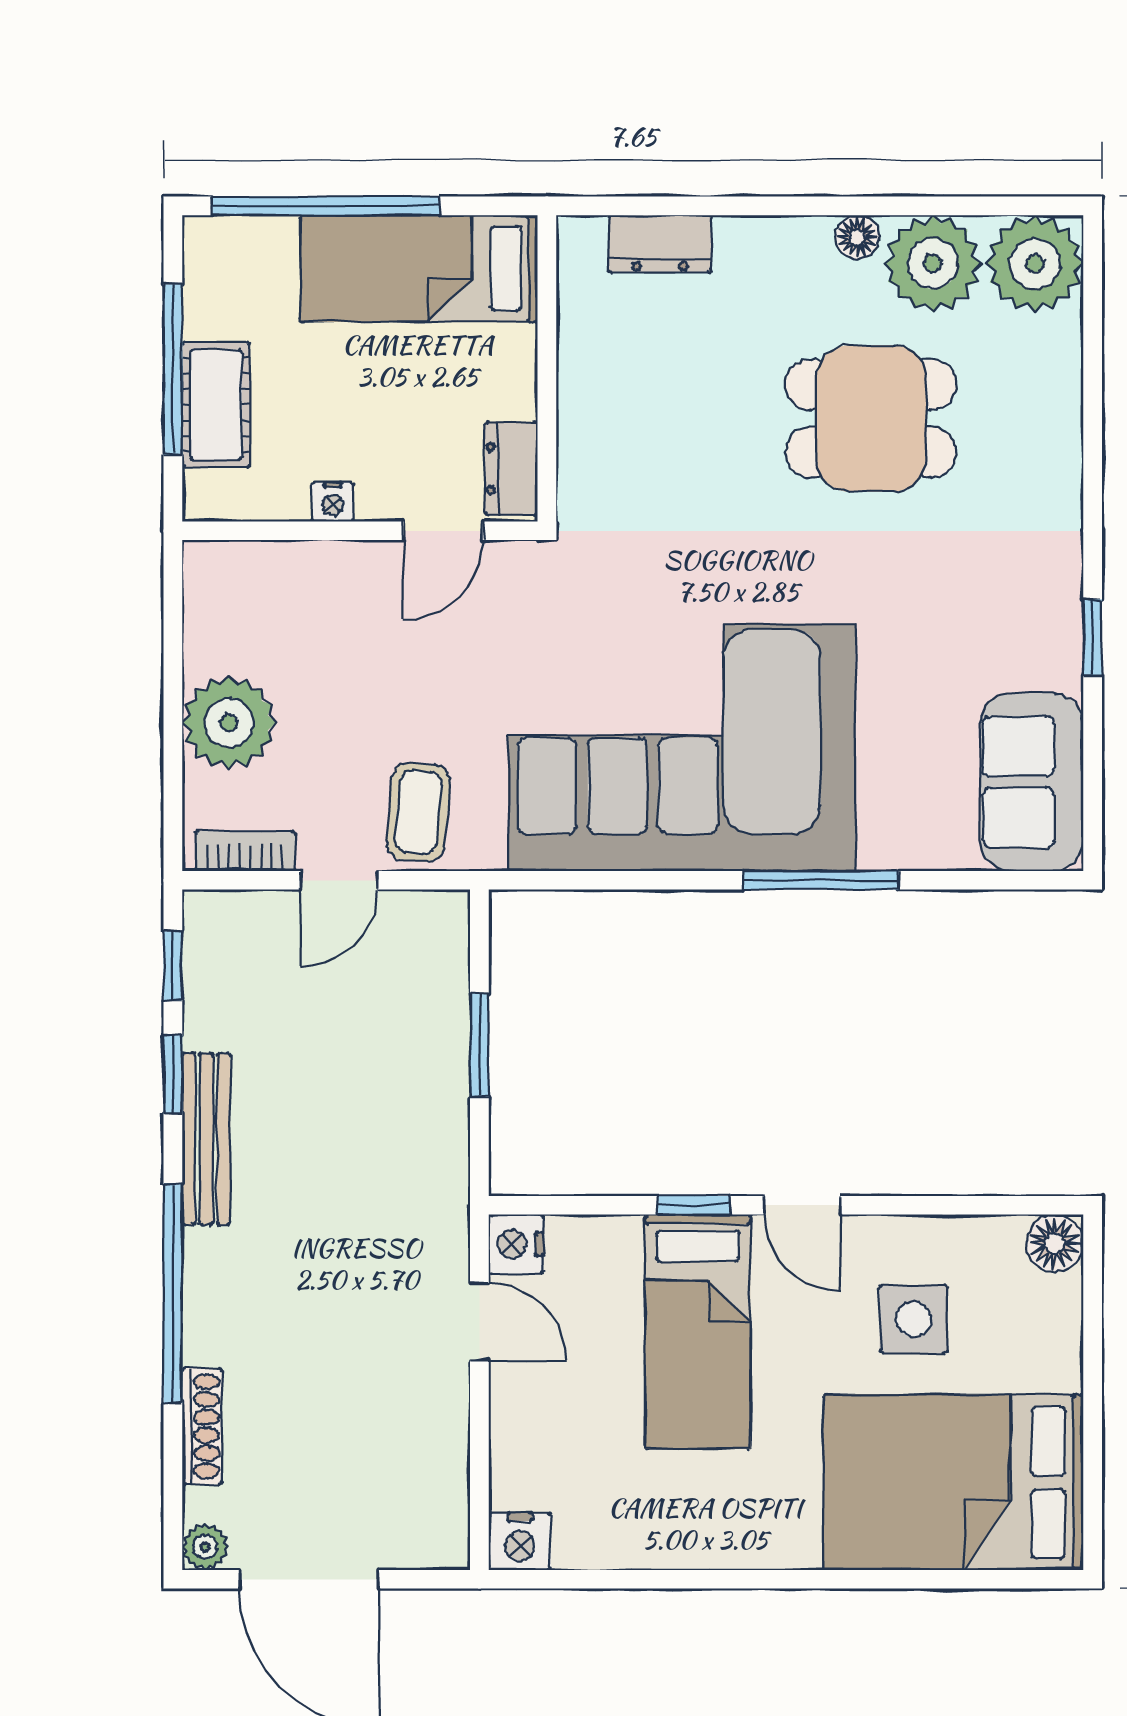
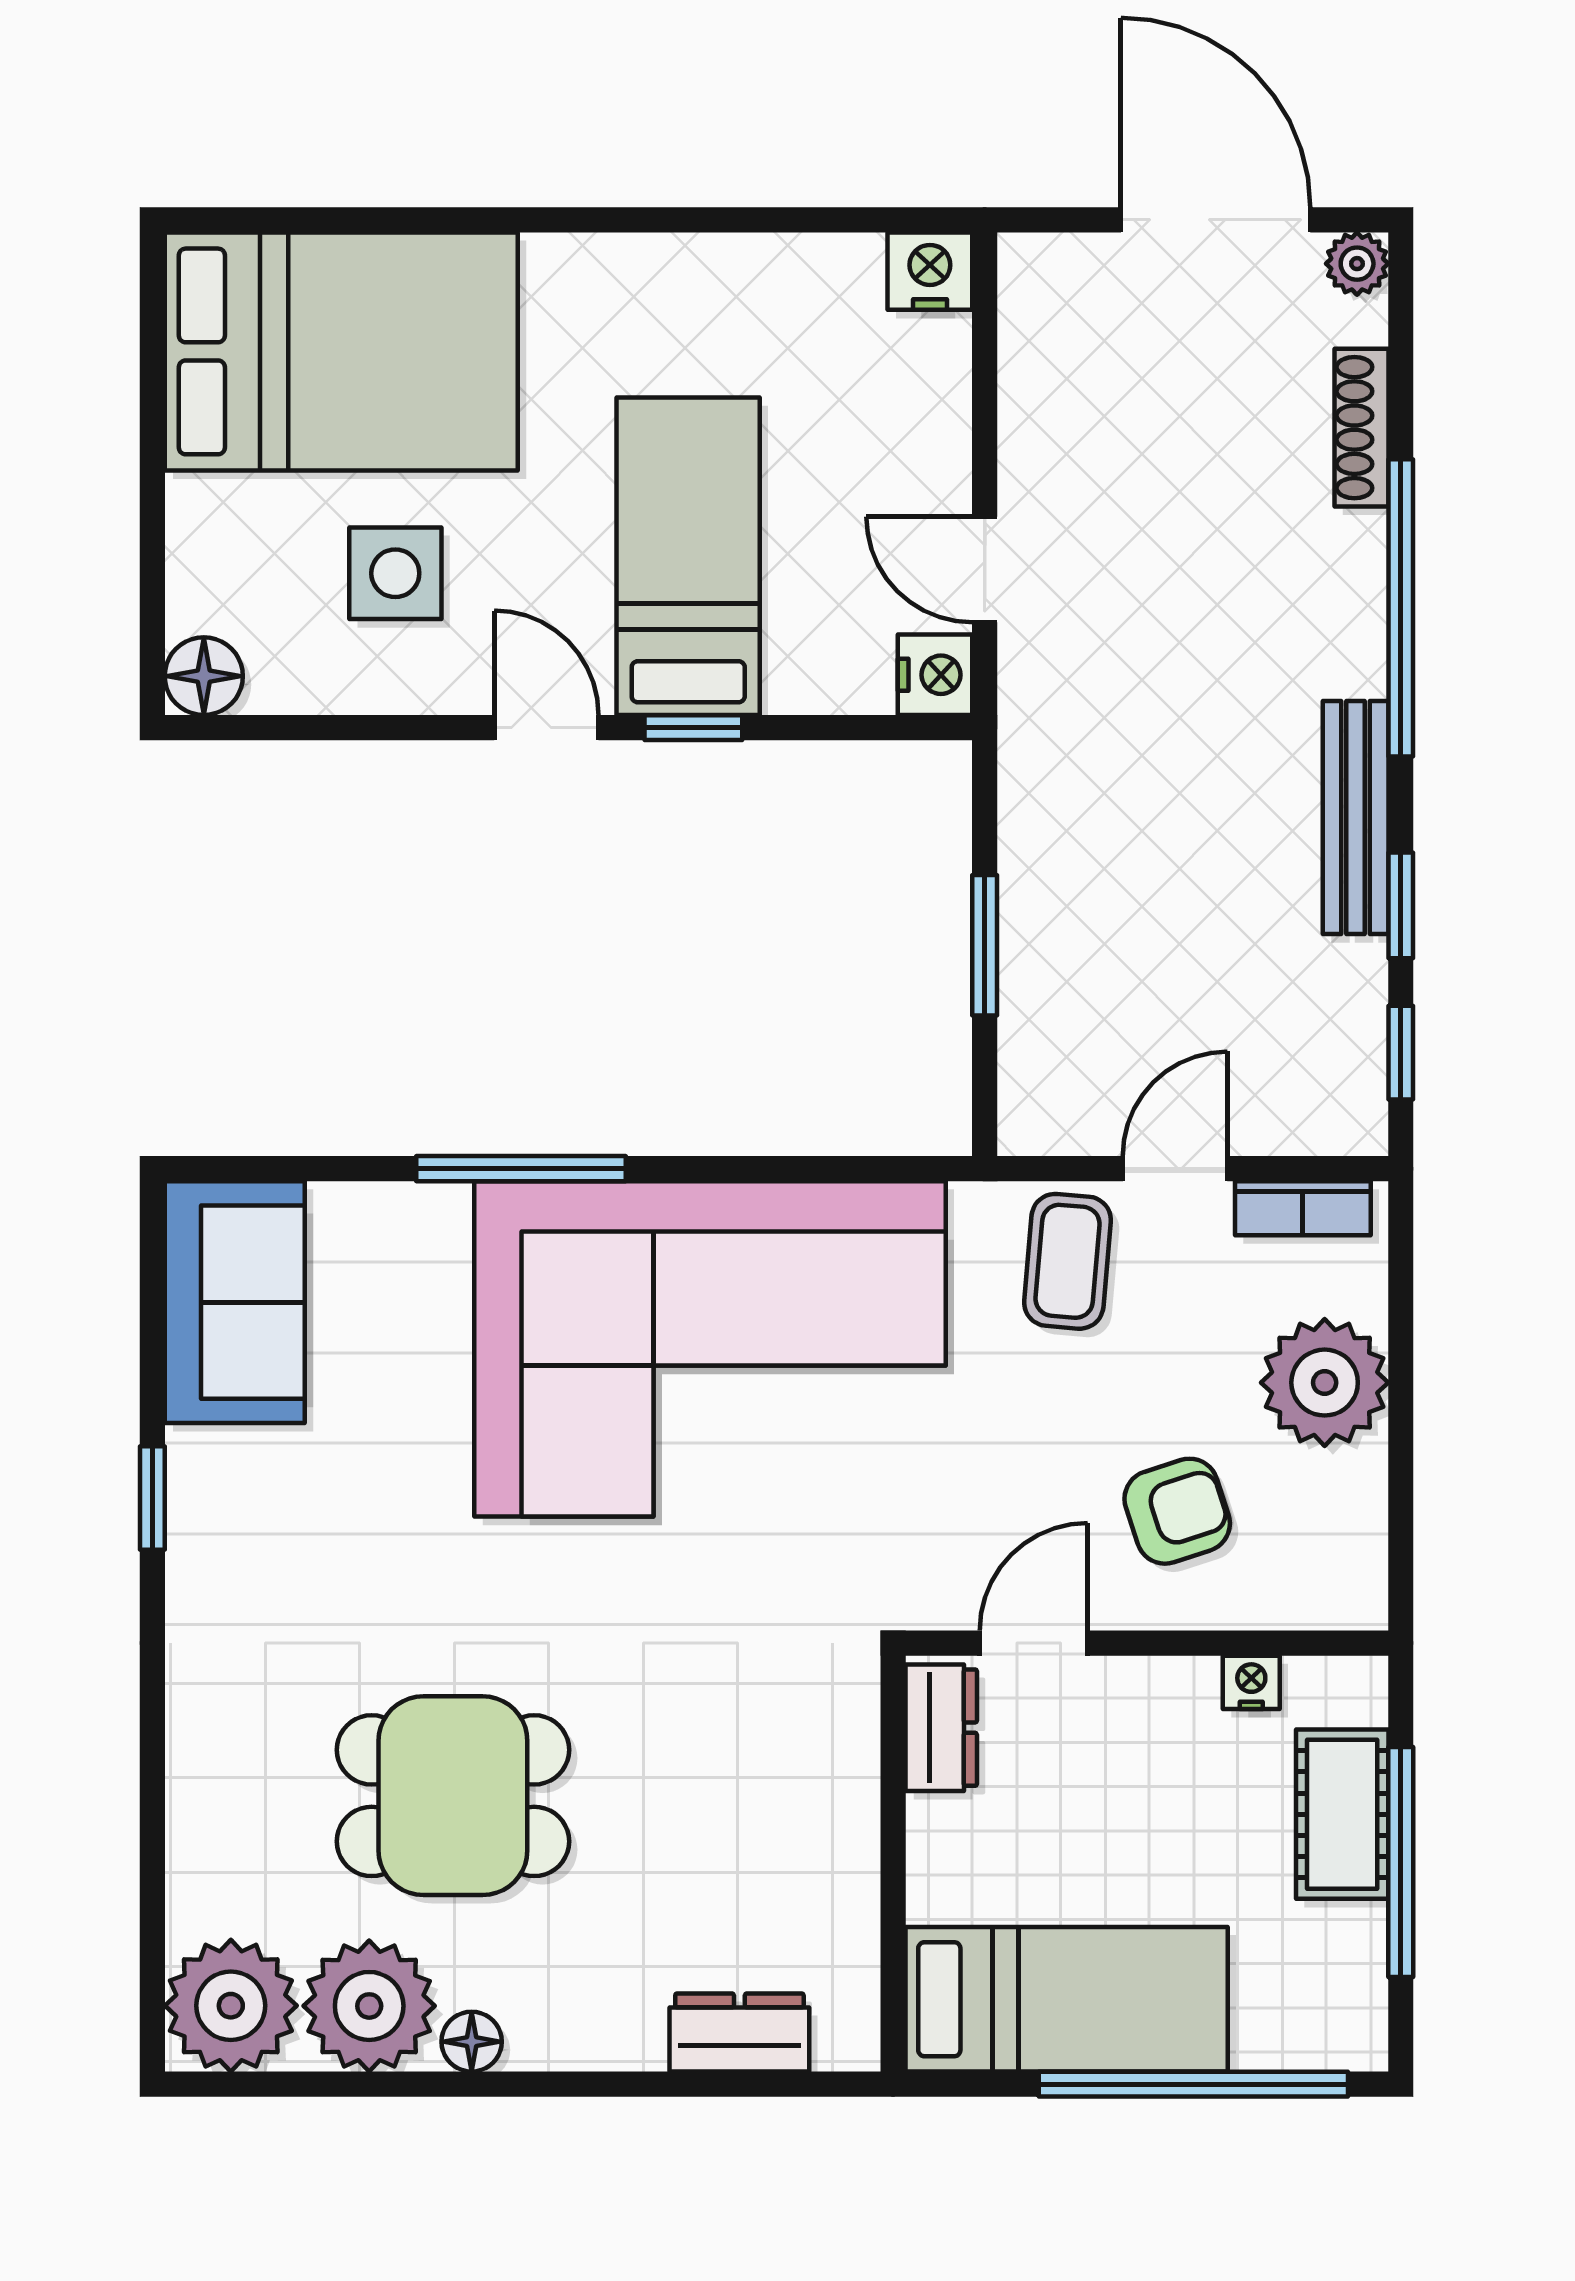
nightstand: (333, 502) -> (1251, 1682), moved
armchair: (338, 628) -> (1177, 1511), added

